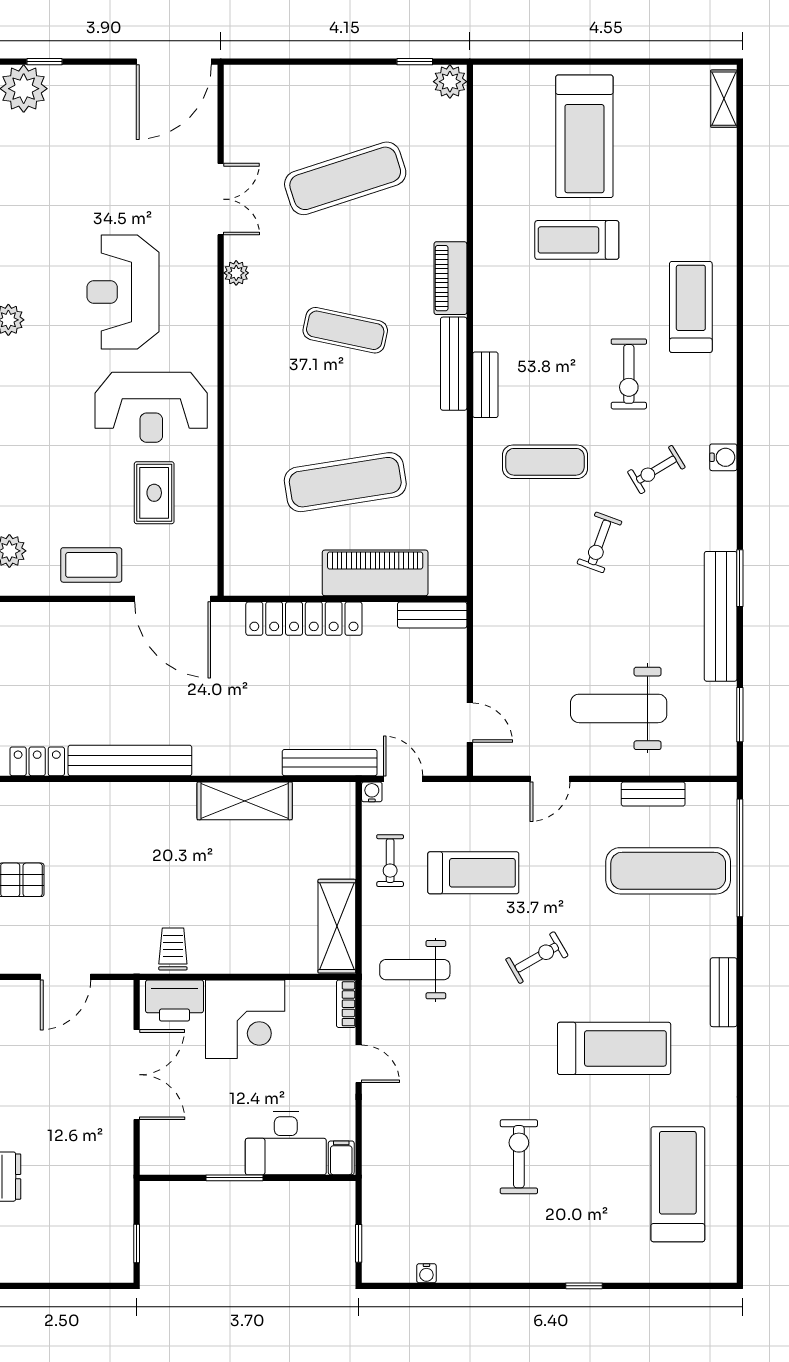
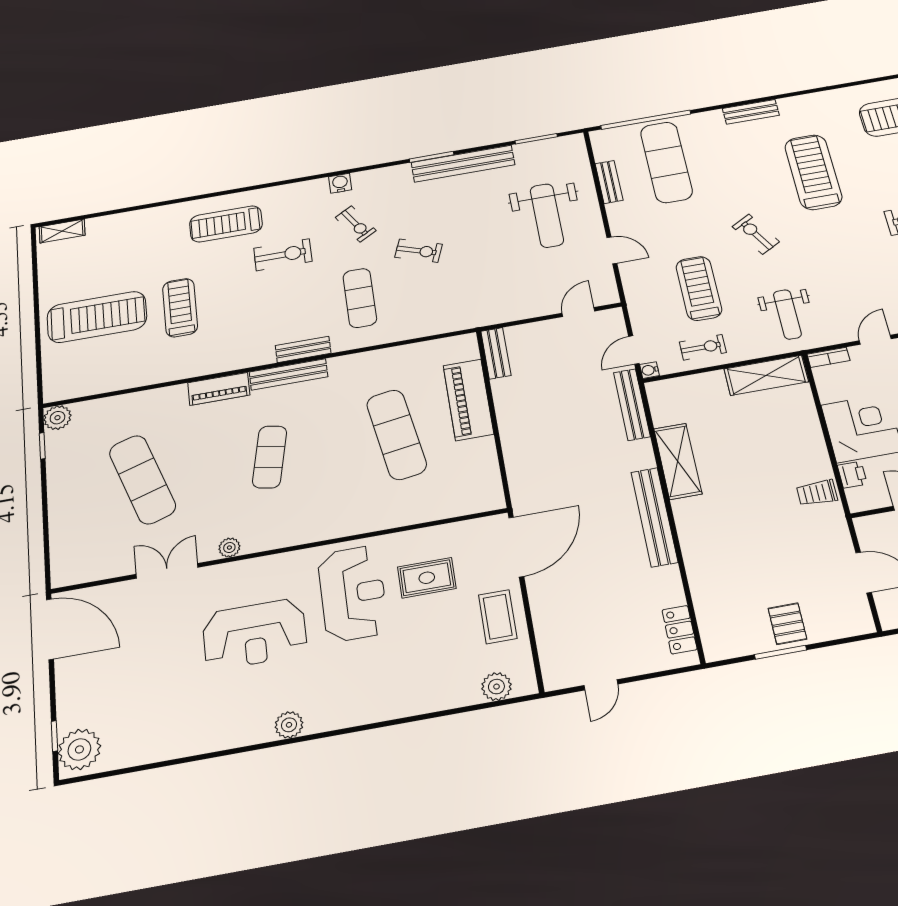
treadmill: (577, 240) -> (180, 308), turned 180
locker: (304, 619) -> (515, 445), removed
bench: (130, 760) -> (654, 517), moved
printer: (174, 1001) -> (852, 475), width x0.53, depth x0.68

